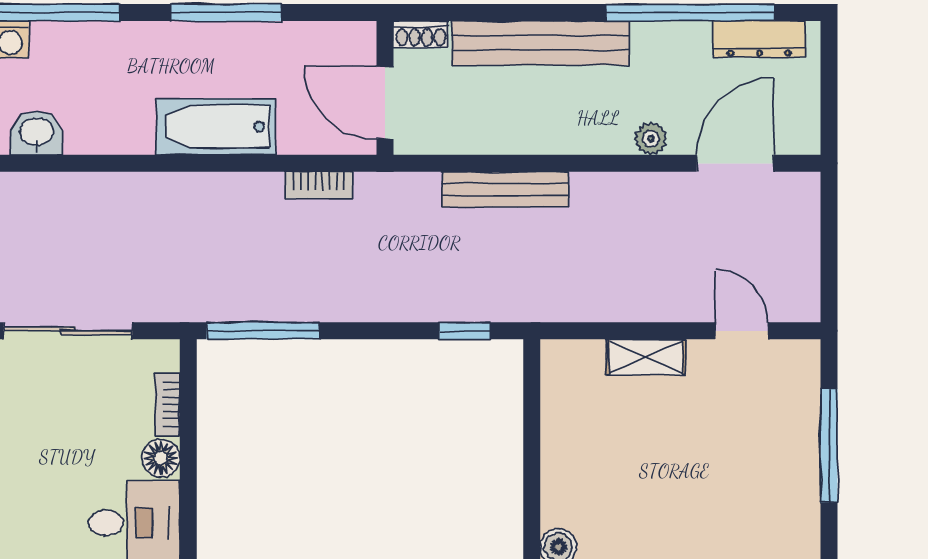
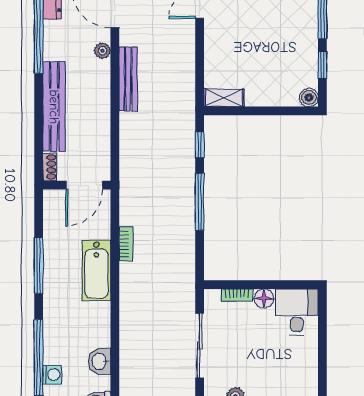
bookcase: (319, 185) -> (126, 244), moved
bench: (505, 189) -> (128, 79), moved
window: (263, 331) -> (200, 202), moved
shelving: (646, 357) -> (224, 98), moved, turned 90

